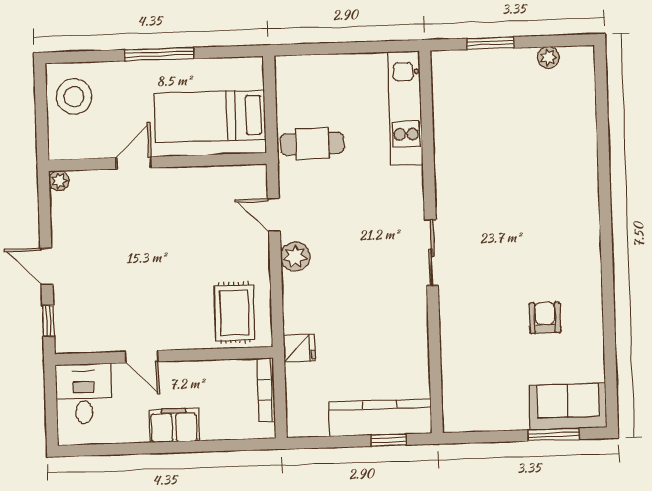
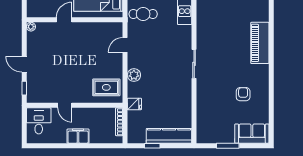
piano: (579, 200) -> (260, 43), added
door: (274, 215) -> (125, 45), hinge flipped
plant: (295, 257) -> (134, 75), moved
rug: (234, 313) -> (106, 87), turned 90
window: (554, 435) -> (228, 146), moved
window: (389, 440) -> (152, 146), moved

